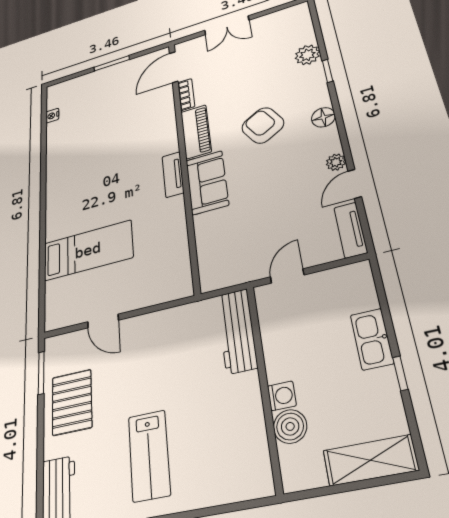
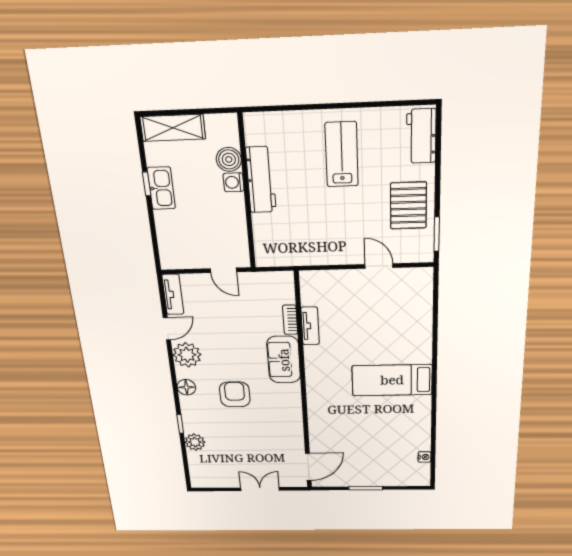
bookcase: (186, 94) -> (290, 320), moved
armchair: (263, 125) -> (235, 394), turned -149
piano: (196, 132) -> (291, 405), removed
plant: (336, 162) -> (187, 355), width x1.88, depth x1.88
tv unit: (173, 174) -> (310, 326), moved
bed: (88, 250) -> (392, 380), moved
door: (287, 276) -> (223, 270), hinge flipped
workbench: (237, 331) -> (261, 180), moved
kitchen sink: (372, 339) -> (161, 188), moved

